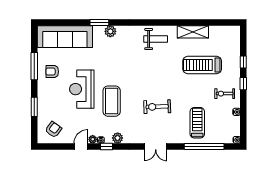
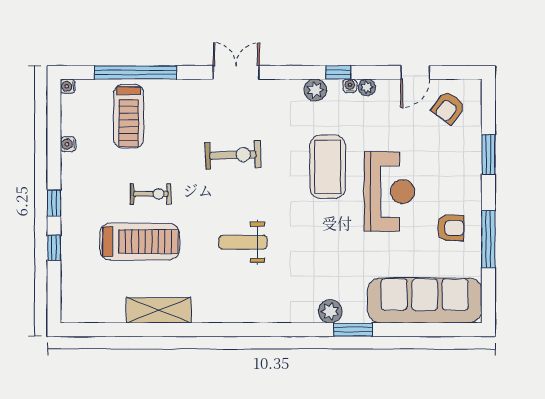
weight bench: (156, 39) -> (243, 242), moved
exercise bike: (225, 94) -> (151, 194), moved
treadmill: (197, 123) -> (129, 116), moved
door: (81, 146) -> (415, 72), moved

